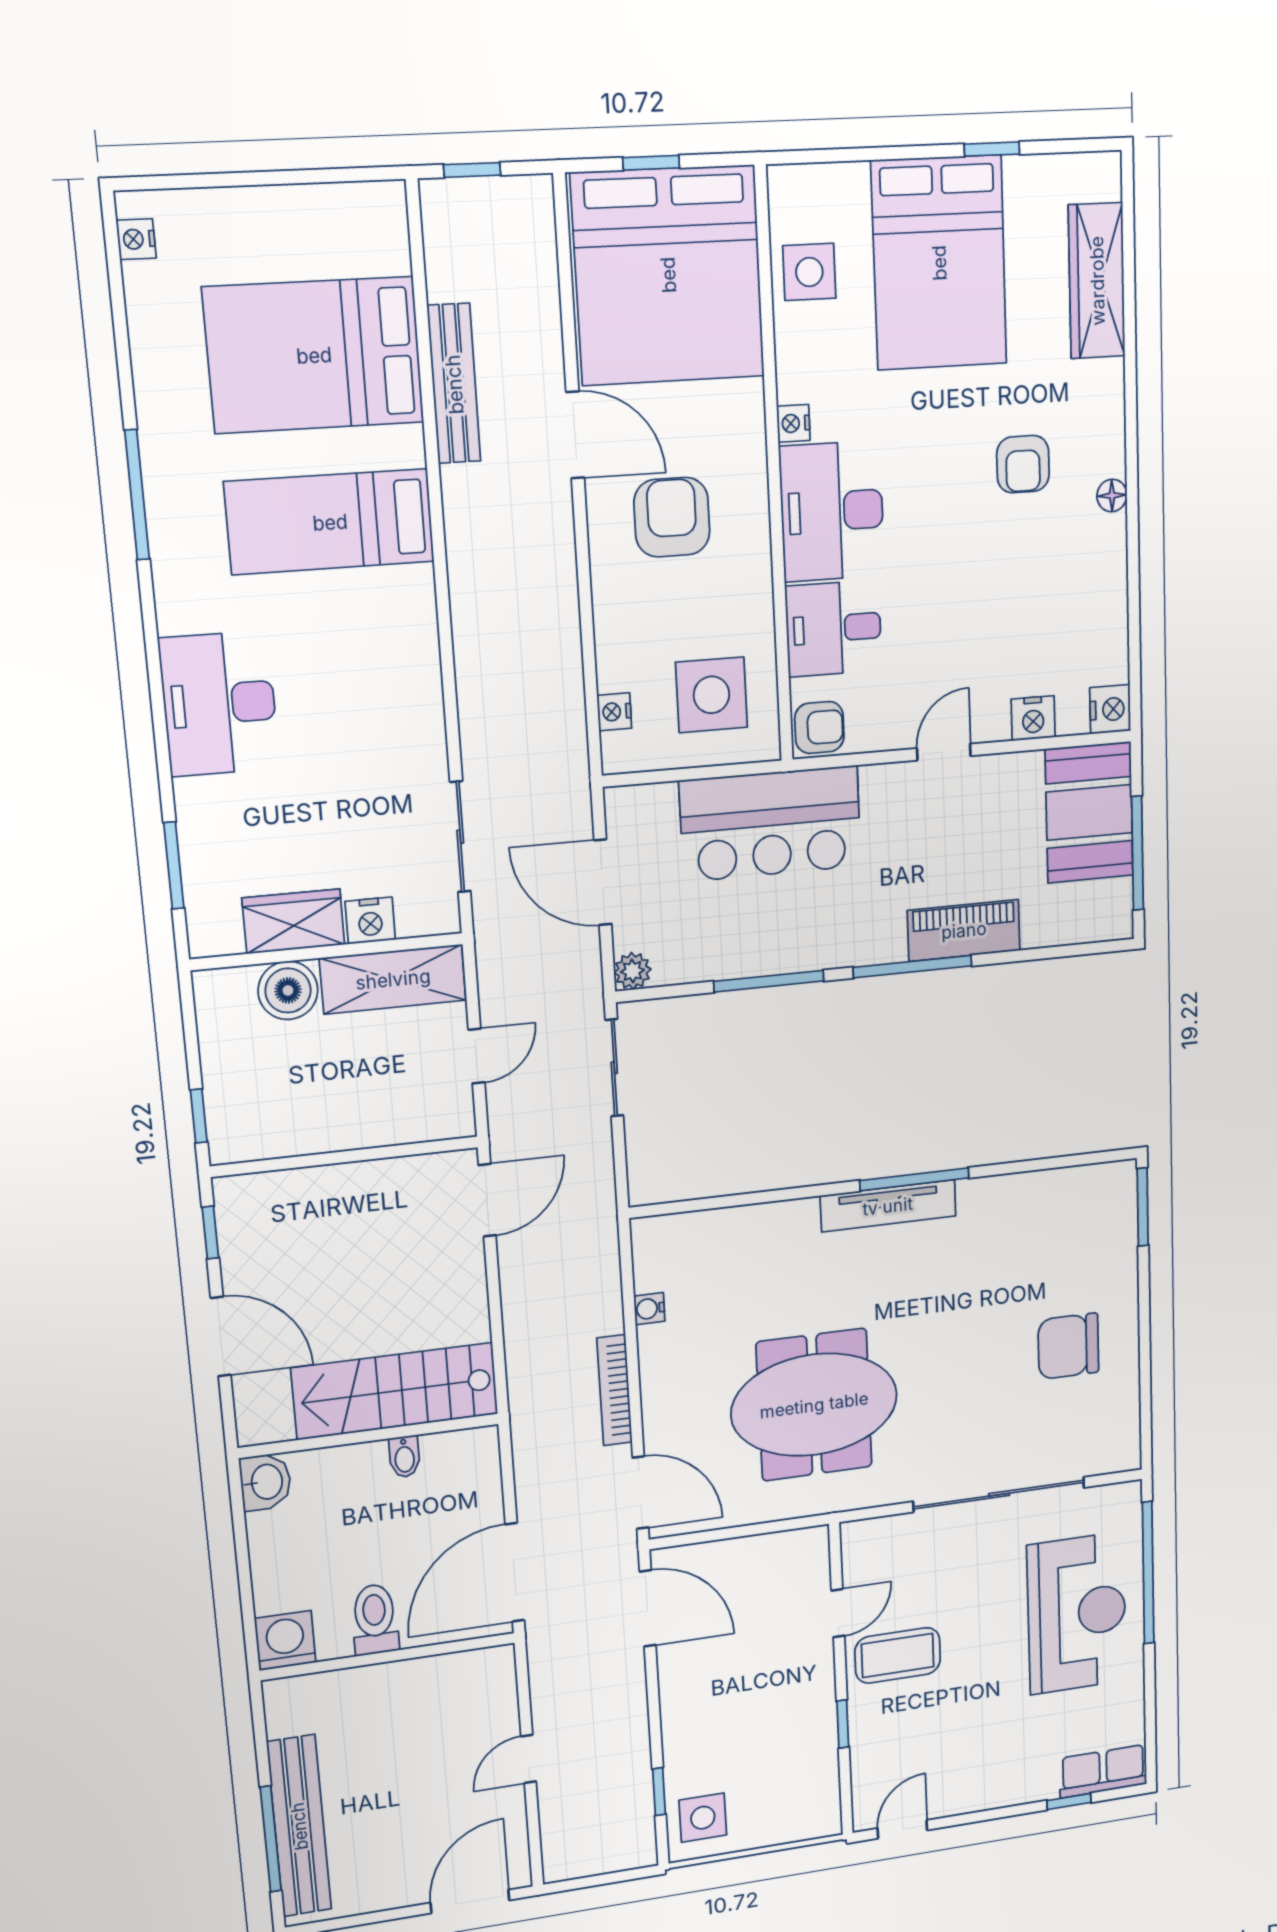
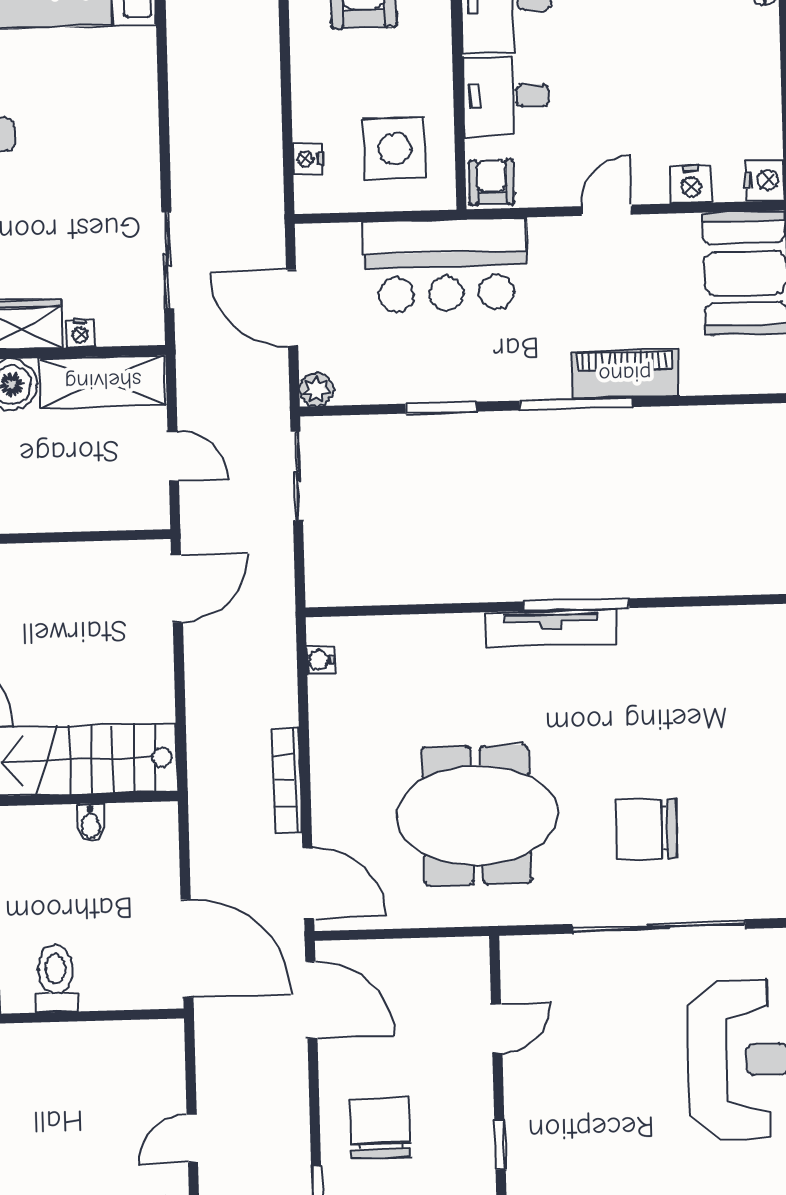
armchair: (819, 727) -> (492, 182), turned -90
nightstand: (370, 920) -> (80, 333), width x0.72, depth x0.74
window: (769, 981) -> (441, 408), width x0.69
door: (477, 1056) -> (173, 456), hinge flipped
water cooler: (649, 1309) -> (321, 660), moved
chair: (1068, 1346) -> (646, 829), moved
door: (515, 1572) -> (187, 948), swing flipped
coffee table: (898, 1655) -> (556, 1080), removed
chair: (722, 1724) -> (380, 1128), added

